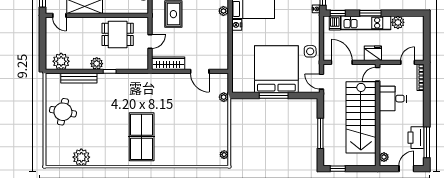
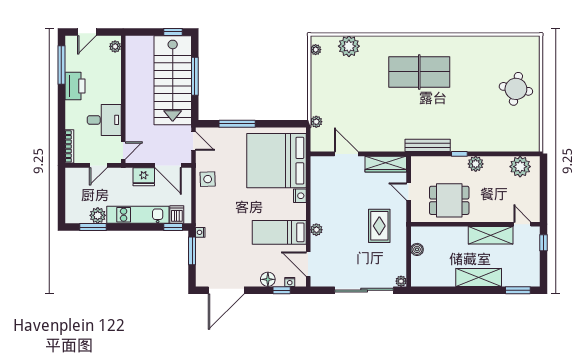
window: (370, 13) -> (93, 227), moved
nightstand: (237, 25) -> (300, 196), moved
door: (150, 41) -> (409, 192), hinge flipped
fridge: (373, 53) -> (144, 177), moved
door: (408, 62) -> (98, 165), moved
bed: (276, 69) -> (277, 161), moved, turned 90
bench: (79, 78) -> (428, 145), moved
window: (274, 95) -> (237, 124), moved
round table: (63, 112) -> (516, 89), moved
stairs: (361, 117) -> (173, 80), moved, turned 180
table tennis table: (142, 137) -> (419, 72), turned 90
printer: (416, 138) -> (75, 86), moved
plant: (81, 157) -> (349, 46), moved

